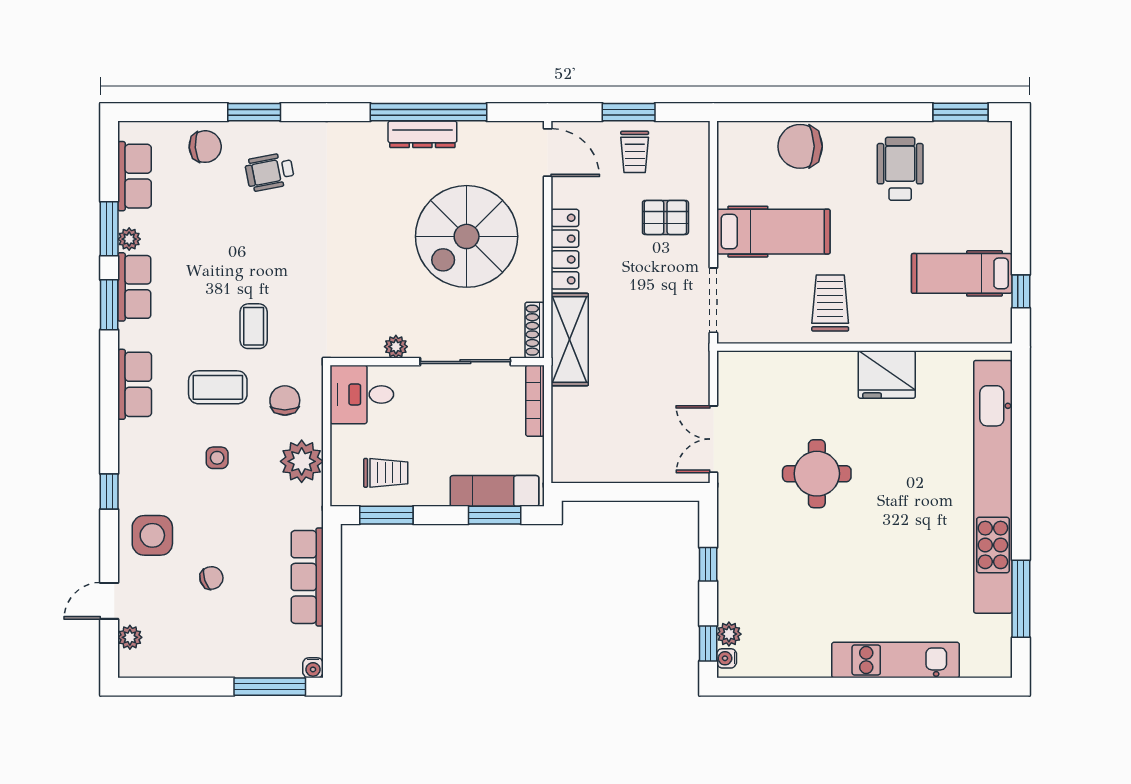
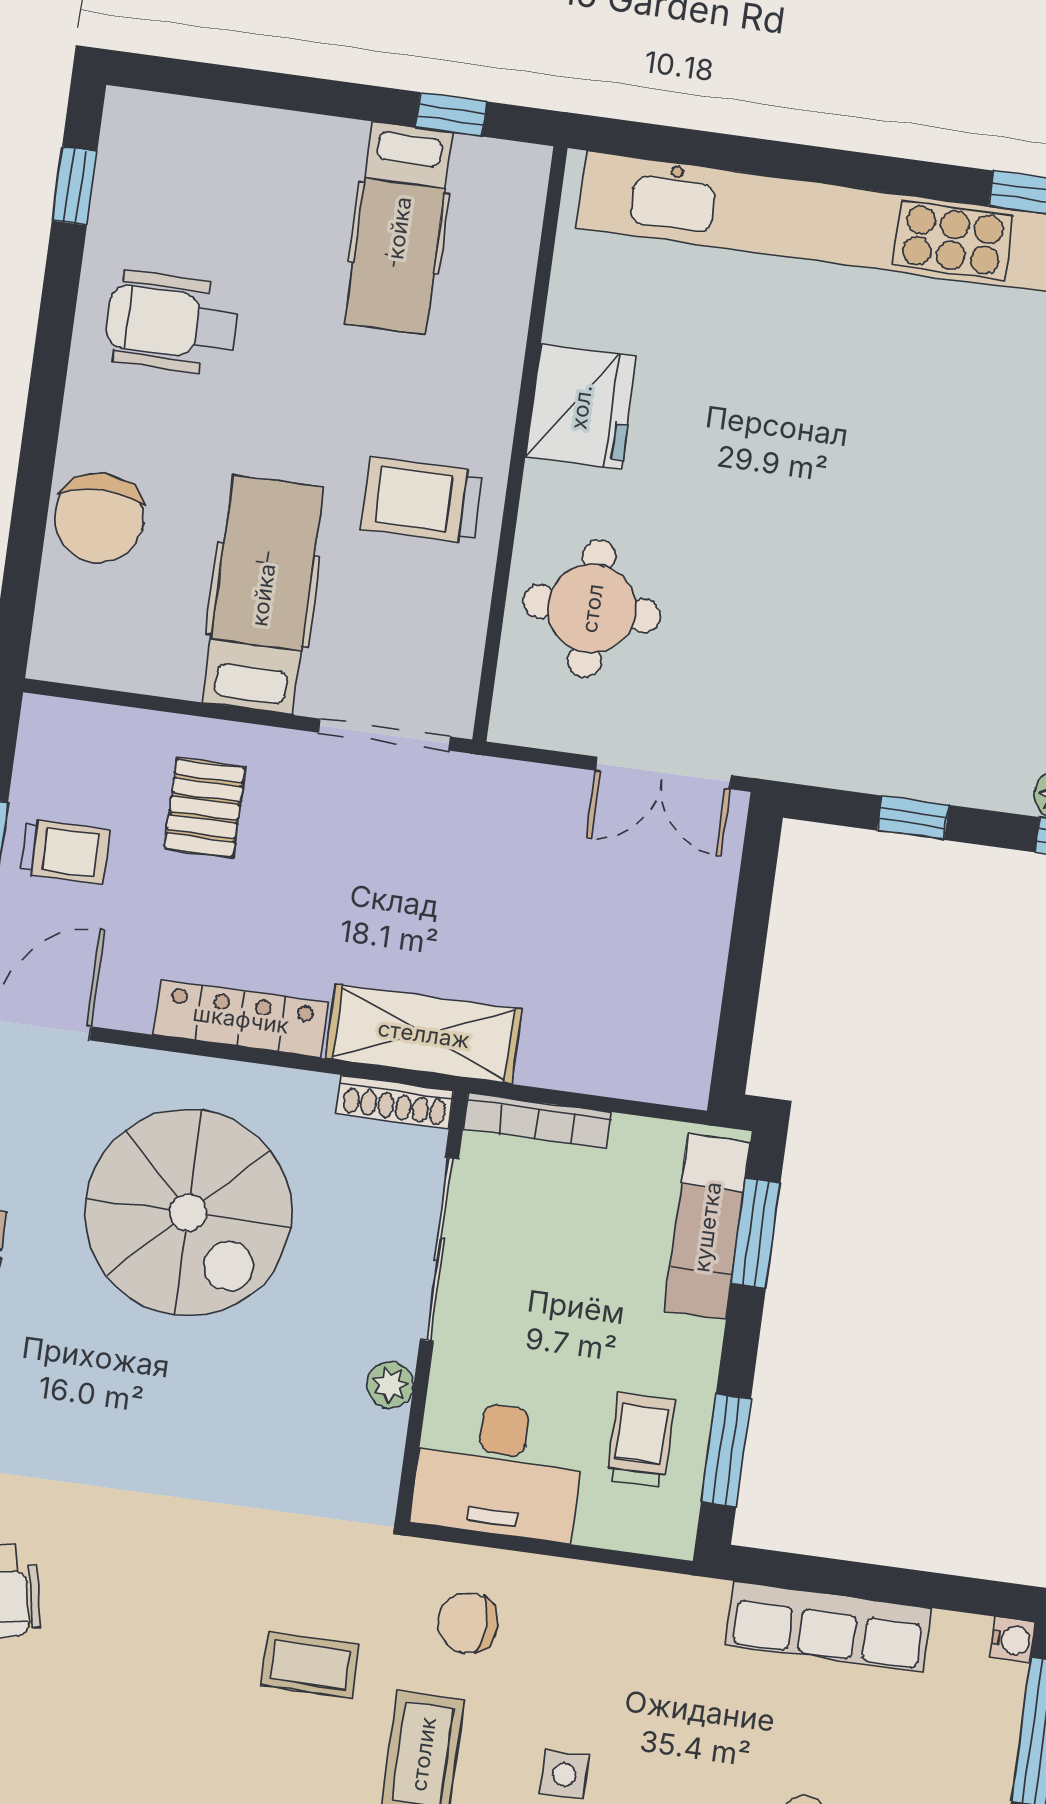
window: (961, 112) -> (75, 186), width x0.67
desk: (362, 394) -> (499, 1470), width x1.37
plant: (302, 461) -> (595, 1606), removed
round table: (817, 474) -> (592, 608), moved

